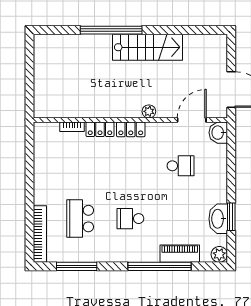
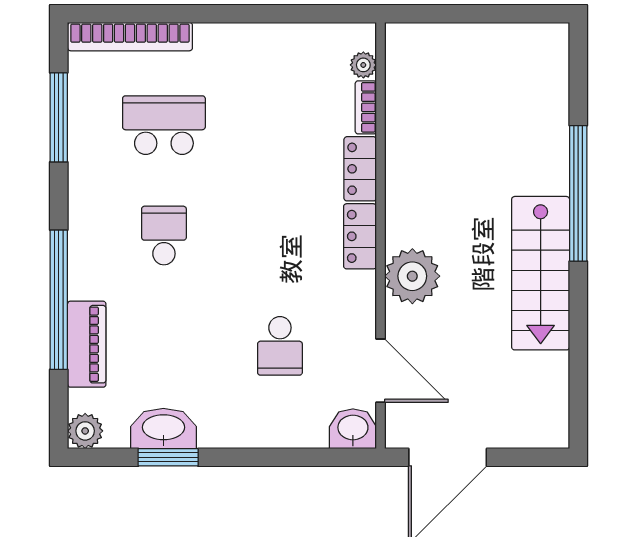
plant: (149, 111) -> (412, 276), width x1.87, depth x1.87
plant: (53, 128) -> (363, 65), added

